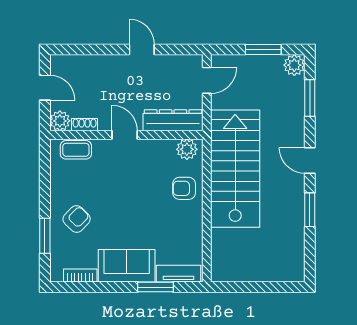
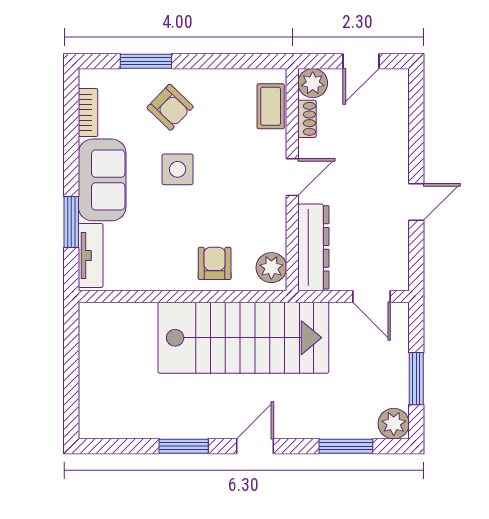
side table: (119, 214) -> (178, 169), added

